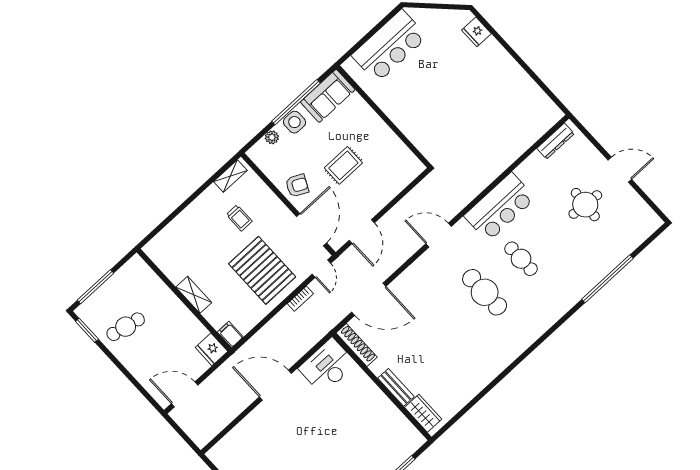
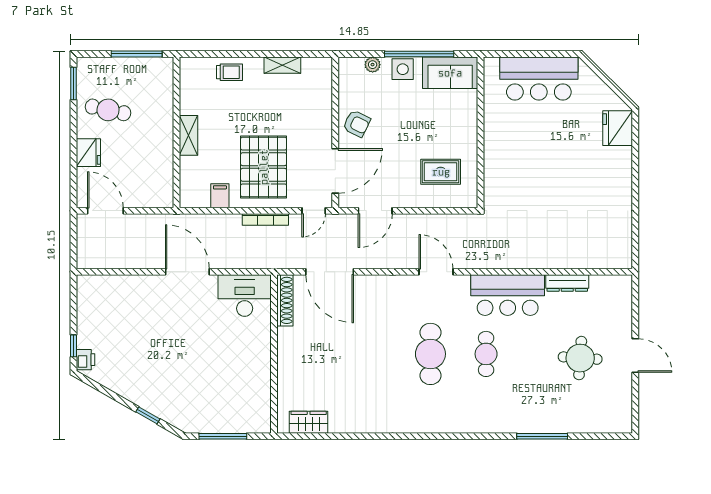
fridge: (476, 32) -> (618, 128), width x1.36, depth x1.34
dresser: (555, 141) -> (567, 283), moved
rug: (343, 165) -> (441, 172), moved
shelving: (230, 176) -> (282, 65), moved
trolley: (239, 218) -> (230, 72), moved, turned -90
window: (608, 279) -> (542, 436), width x0.68
window: (96, 287) -> (137, 54), moved
bookcase: (300, 299) -> (265, 219), width x1.56
filing cabinet: (230, 334) -> (220, 196), moved
fridge: (211, 349) -> (88, 153), moved, turned 180
bench: (396, 387) -> (285, 365), removed
wardrobe: (423, 413) -> (309, 422), moved, turned -90

